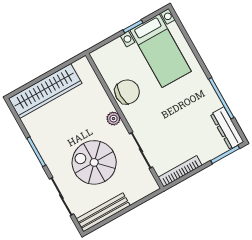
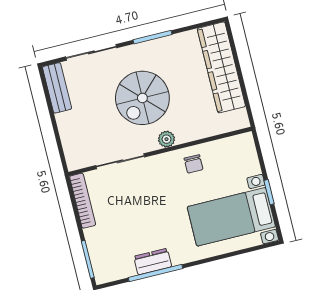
chair: (127, 92) -> (194, 164), width x0.54, depth x0.54
dresser: (227, 128) -> (153, 261), moved, width x0.70
spiral stairs: (94, 162) -> (142, 98), moved, turned 180
bench: (103, 212) -> (57, 88), width x0.73

